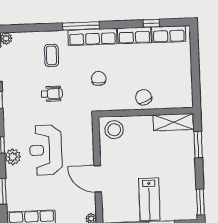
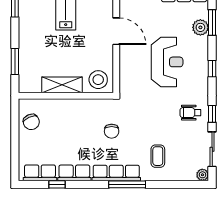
wheelchair: (52, 94) -> (190, 113), moved
chair: (144, 97) -> (31, 122), moved
shelving: (174, 122) -> (62, 85), moved
plant: (13, 157) -> (200, 27), moved

